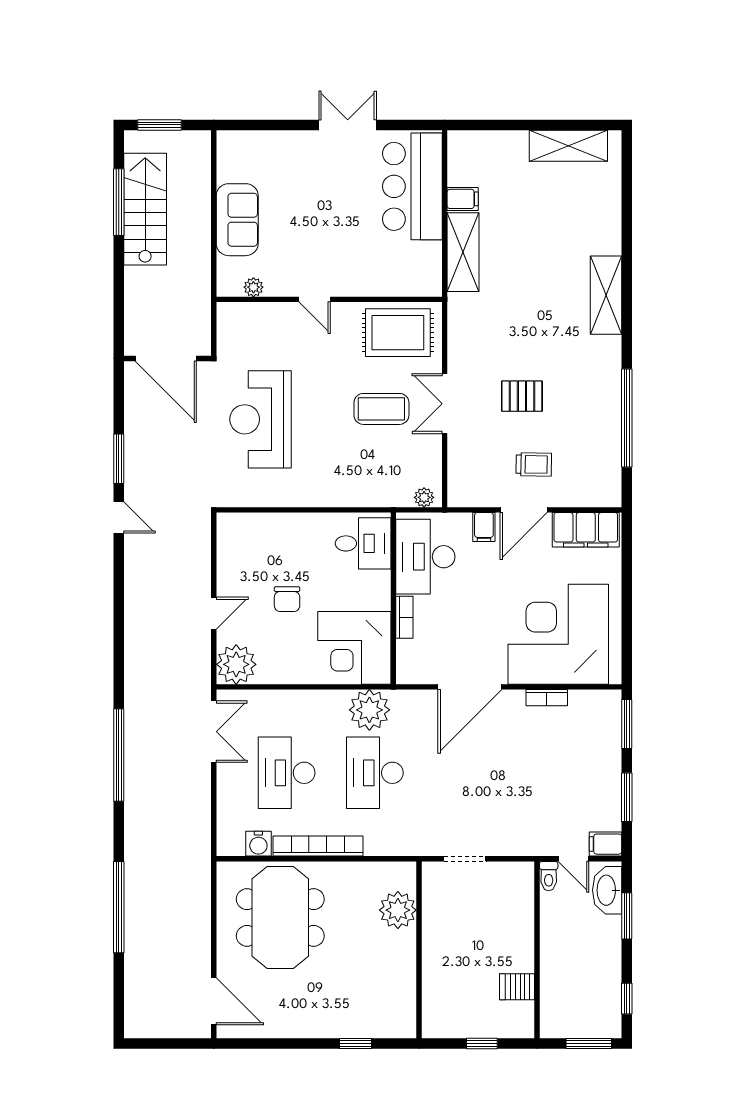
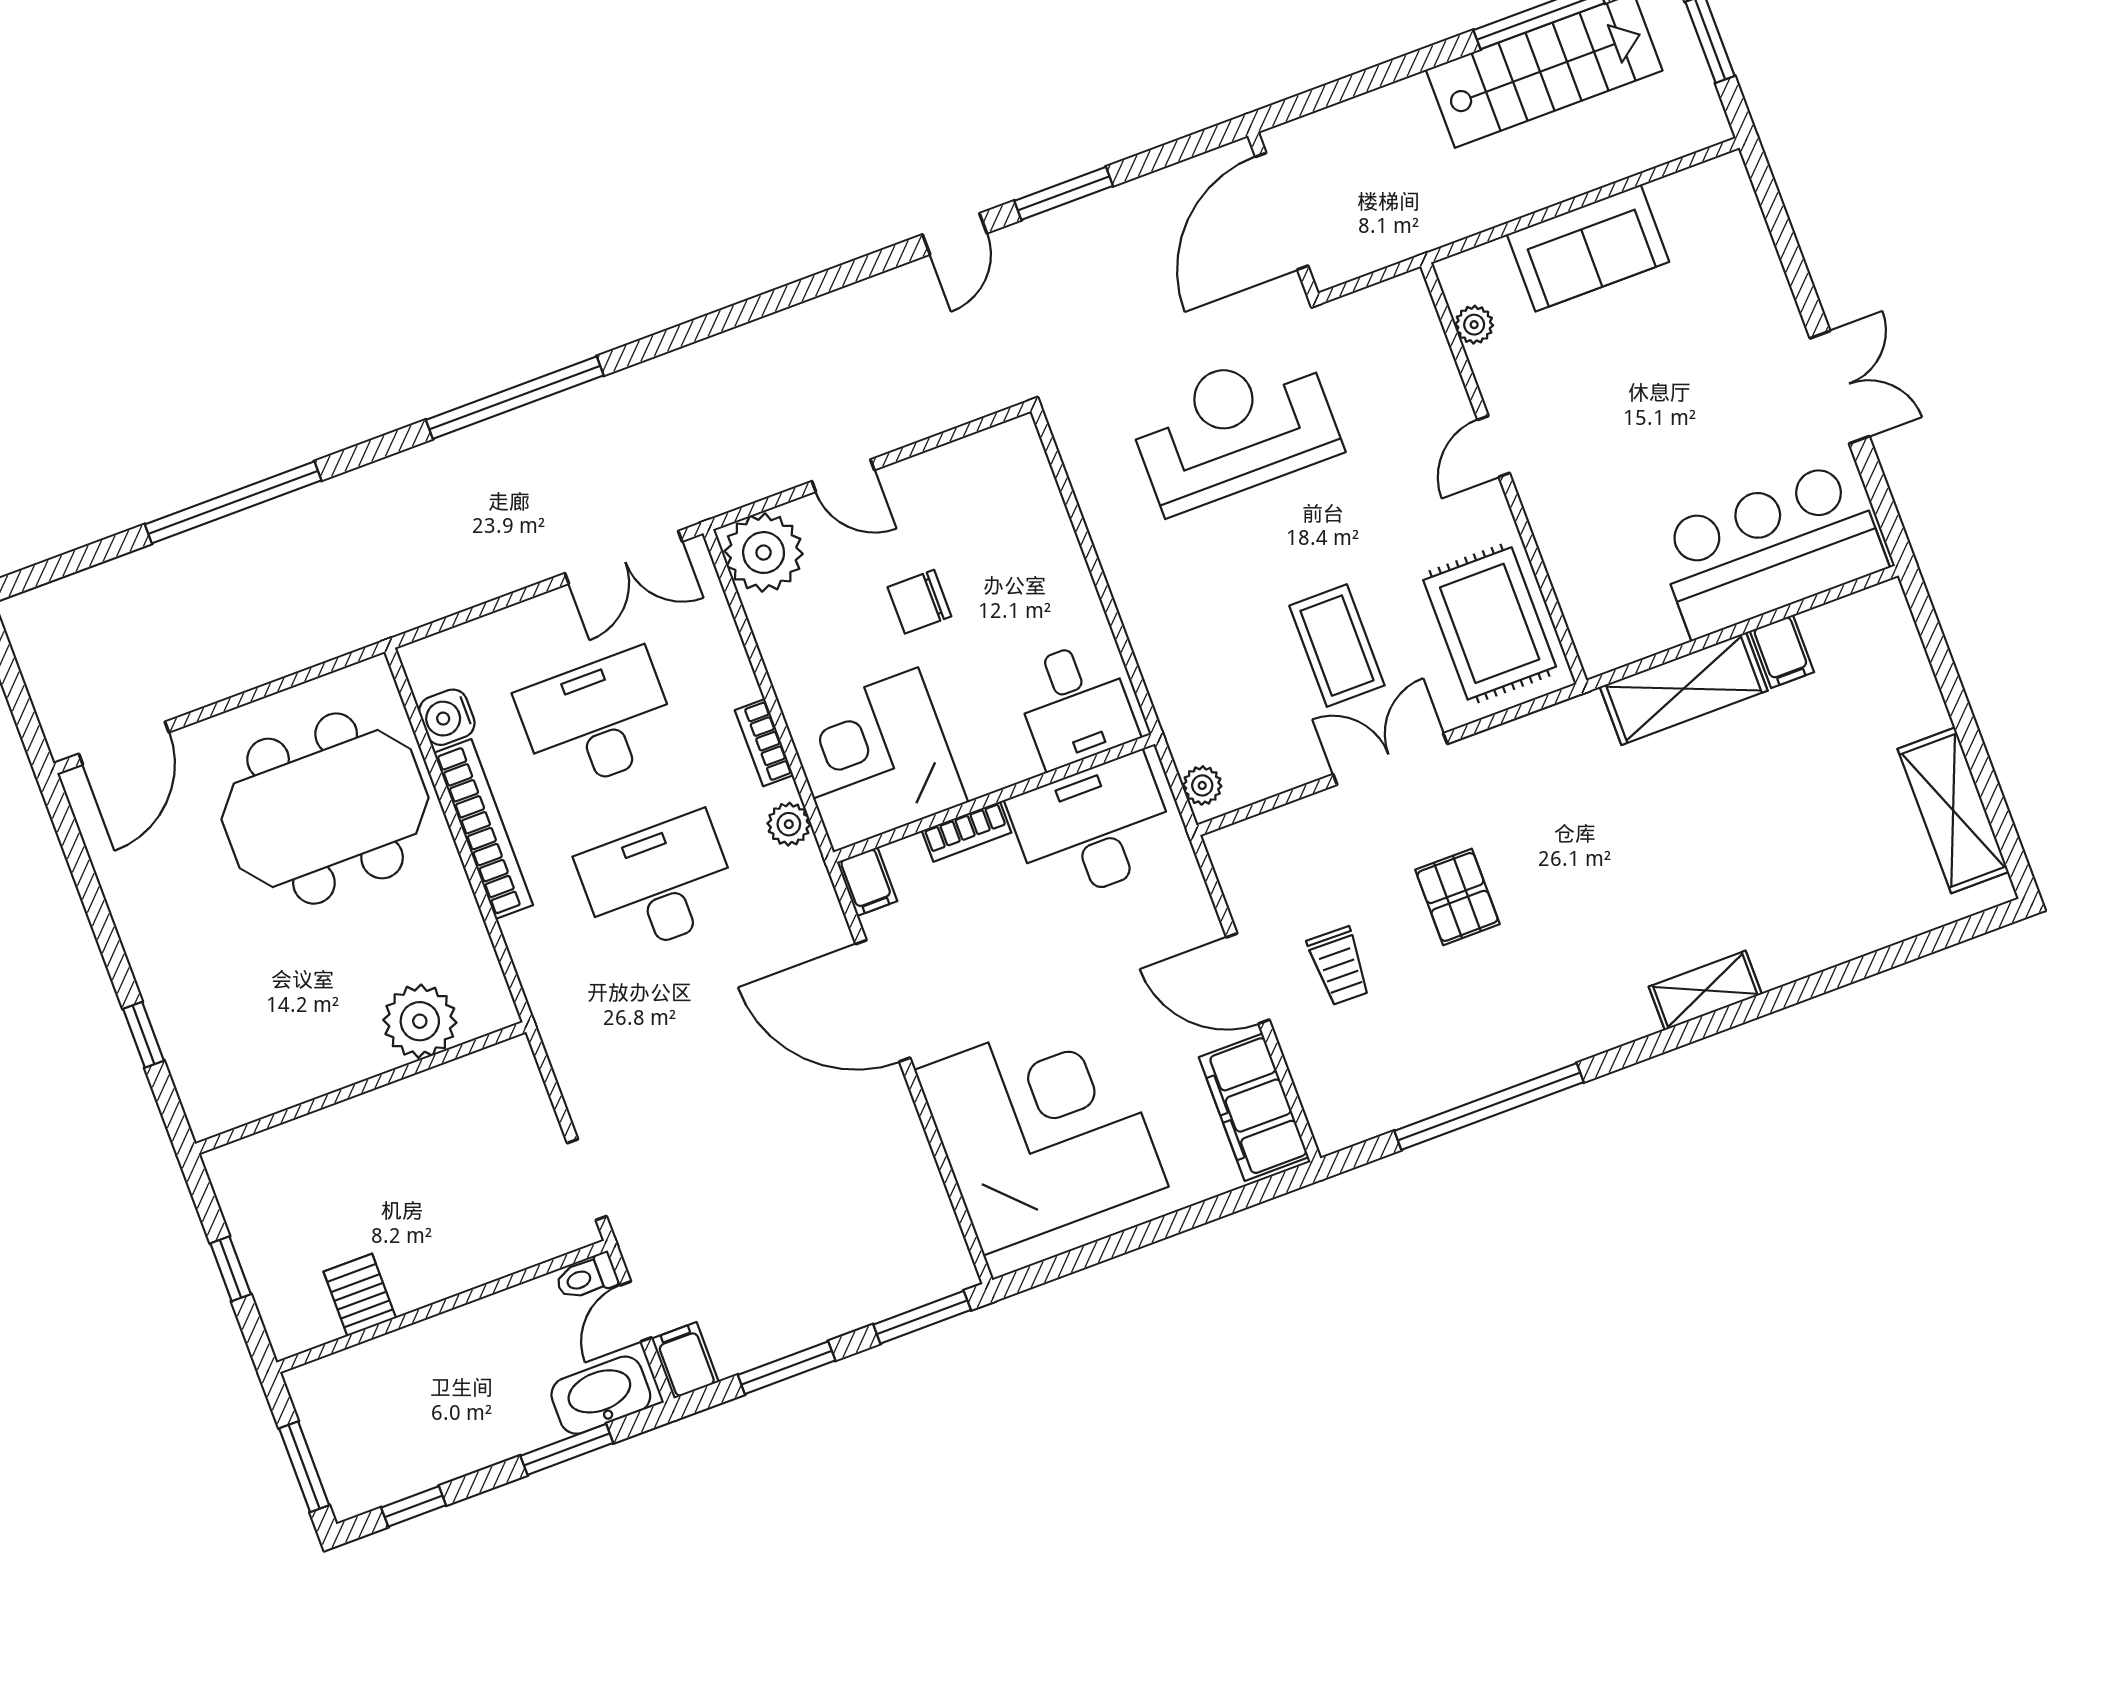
shelving: (606, 295) -> (1705, 990), width x0.67, depth x0.75
filing cabinet: (484, 527) -> (867, 882), moved, turned -90
bookcase: (547, 698) -> (764, 743), moved
plant: (369, 710) -> (789, 824), width x0.53, depth x0.53
doorway: (465, 859) -> (587, 1180), moved

